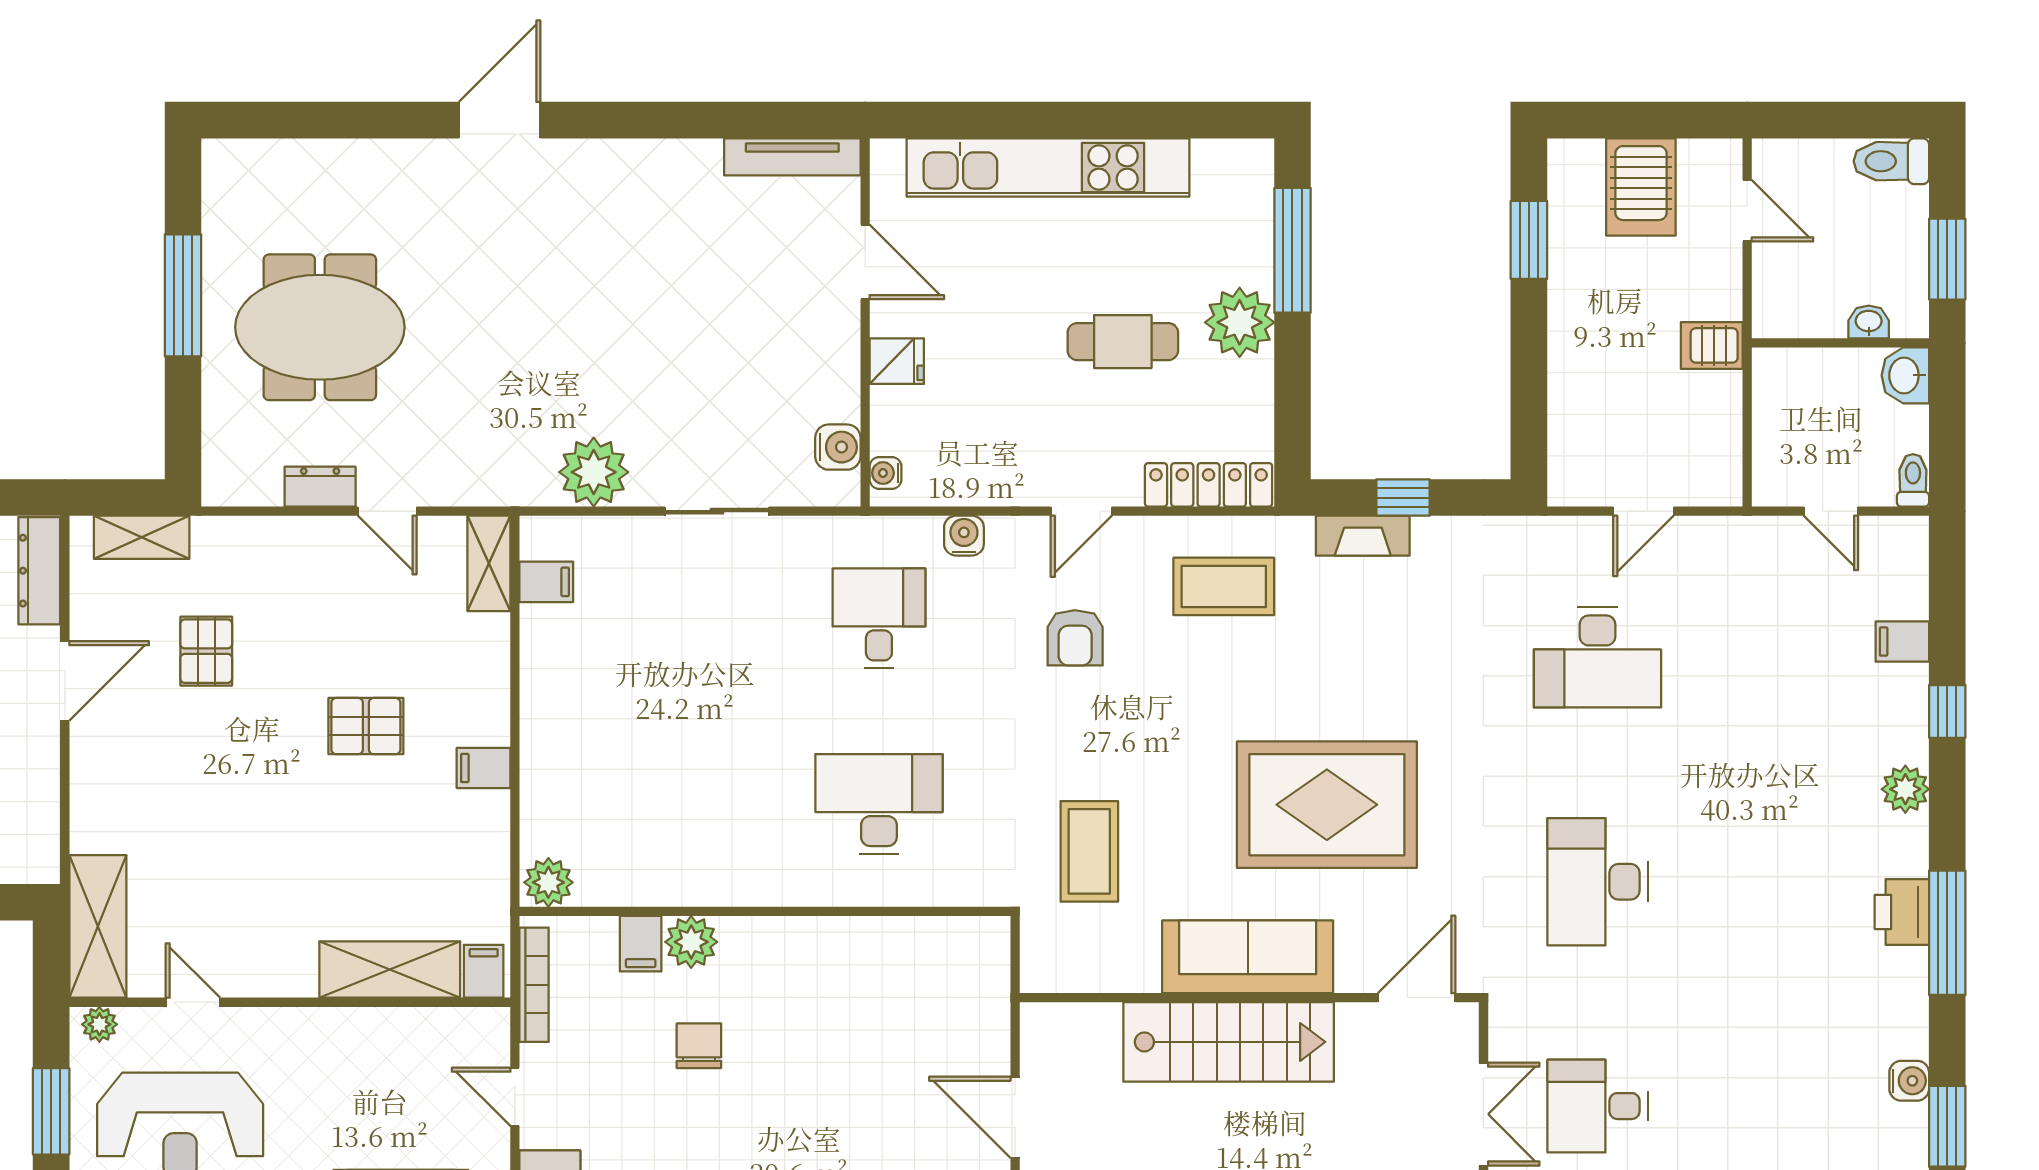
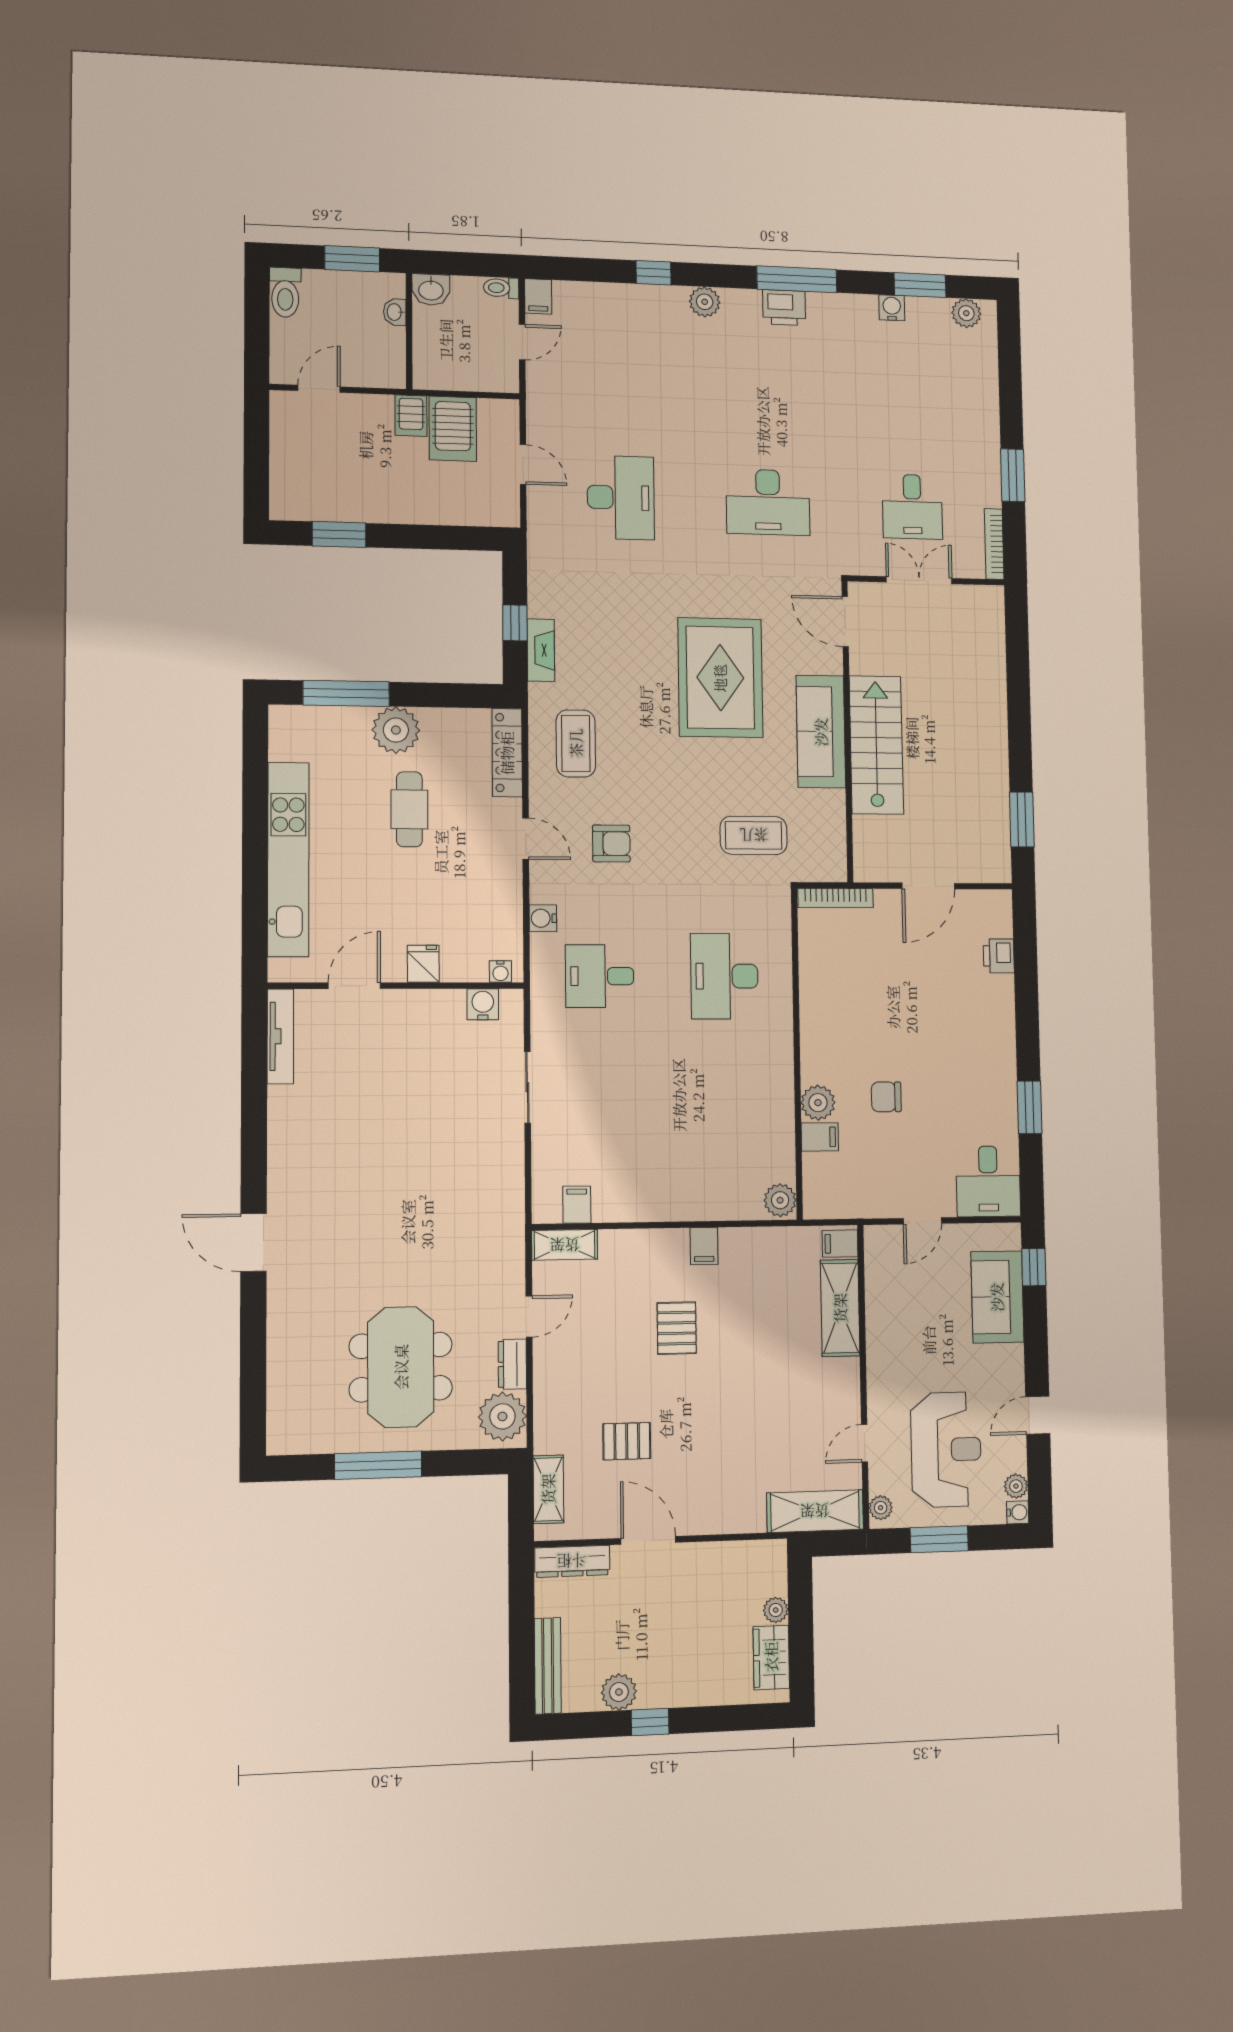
server rack: (1641, 187) -> (453, 429), moved, turned 90
plant: (594, 472) -> (502, 1416), moved
filing cabinet: (1902, 642) -> (538, 296), moved
bookcase: (534, 985) -> (836, 898), moved, turned 180

